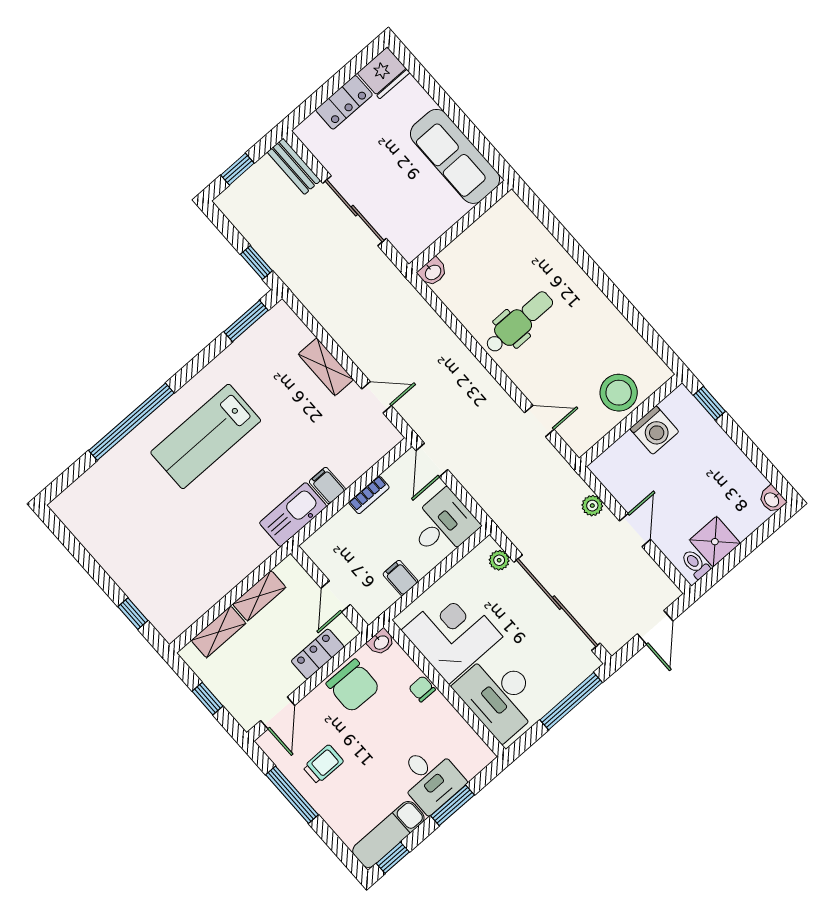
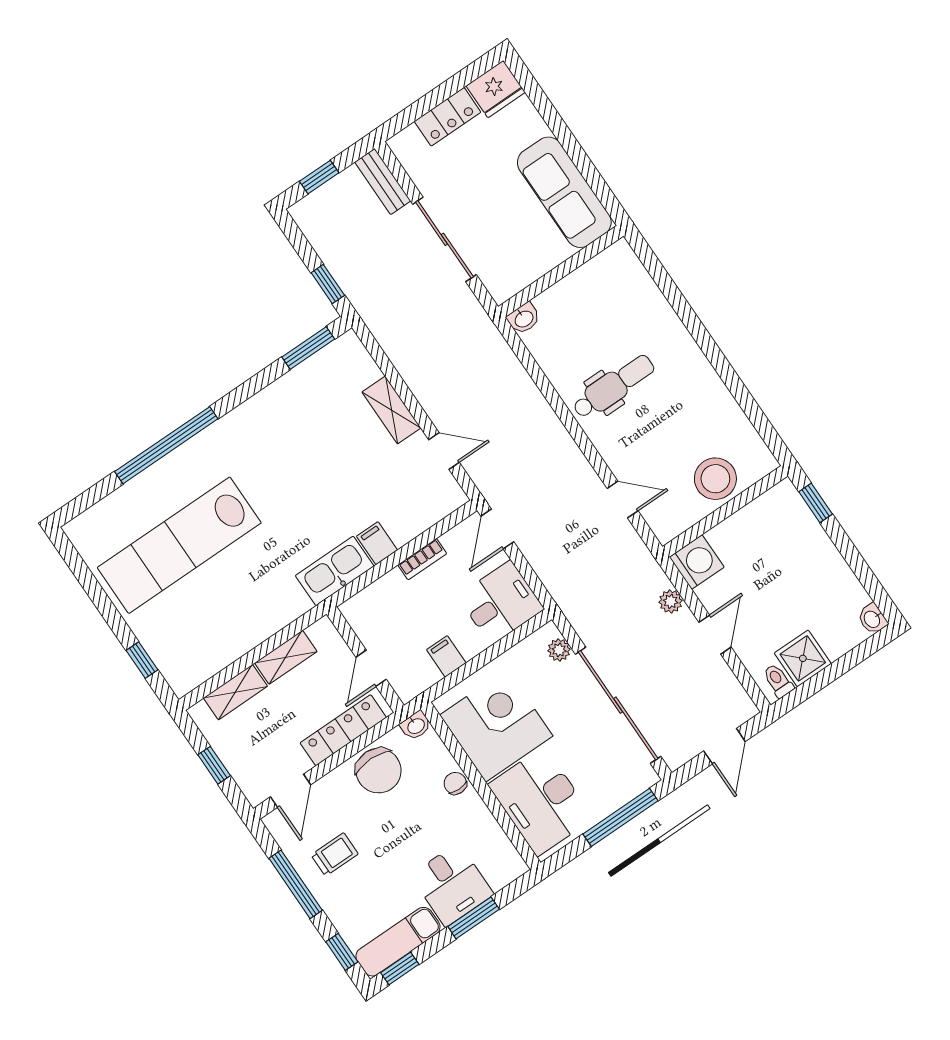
washing machine: (654, 430) -> (697, 562), moved, turned -90
lab bench: (206, 436) -> (179, 545), moved, width x1.36
locker: (318, 654) -> (343, 730), width x1.53
window: (340, 849) -> (342, 952), added

